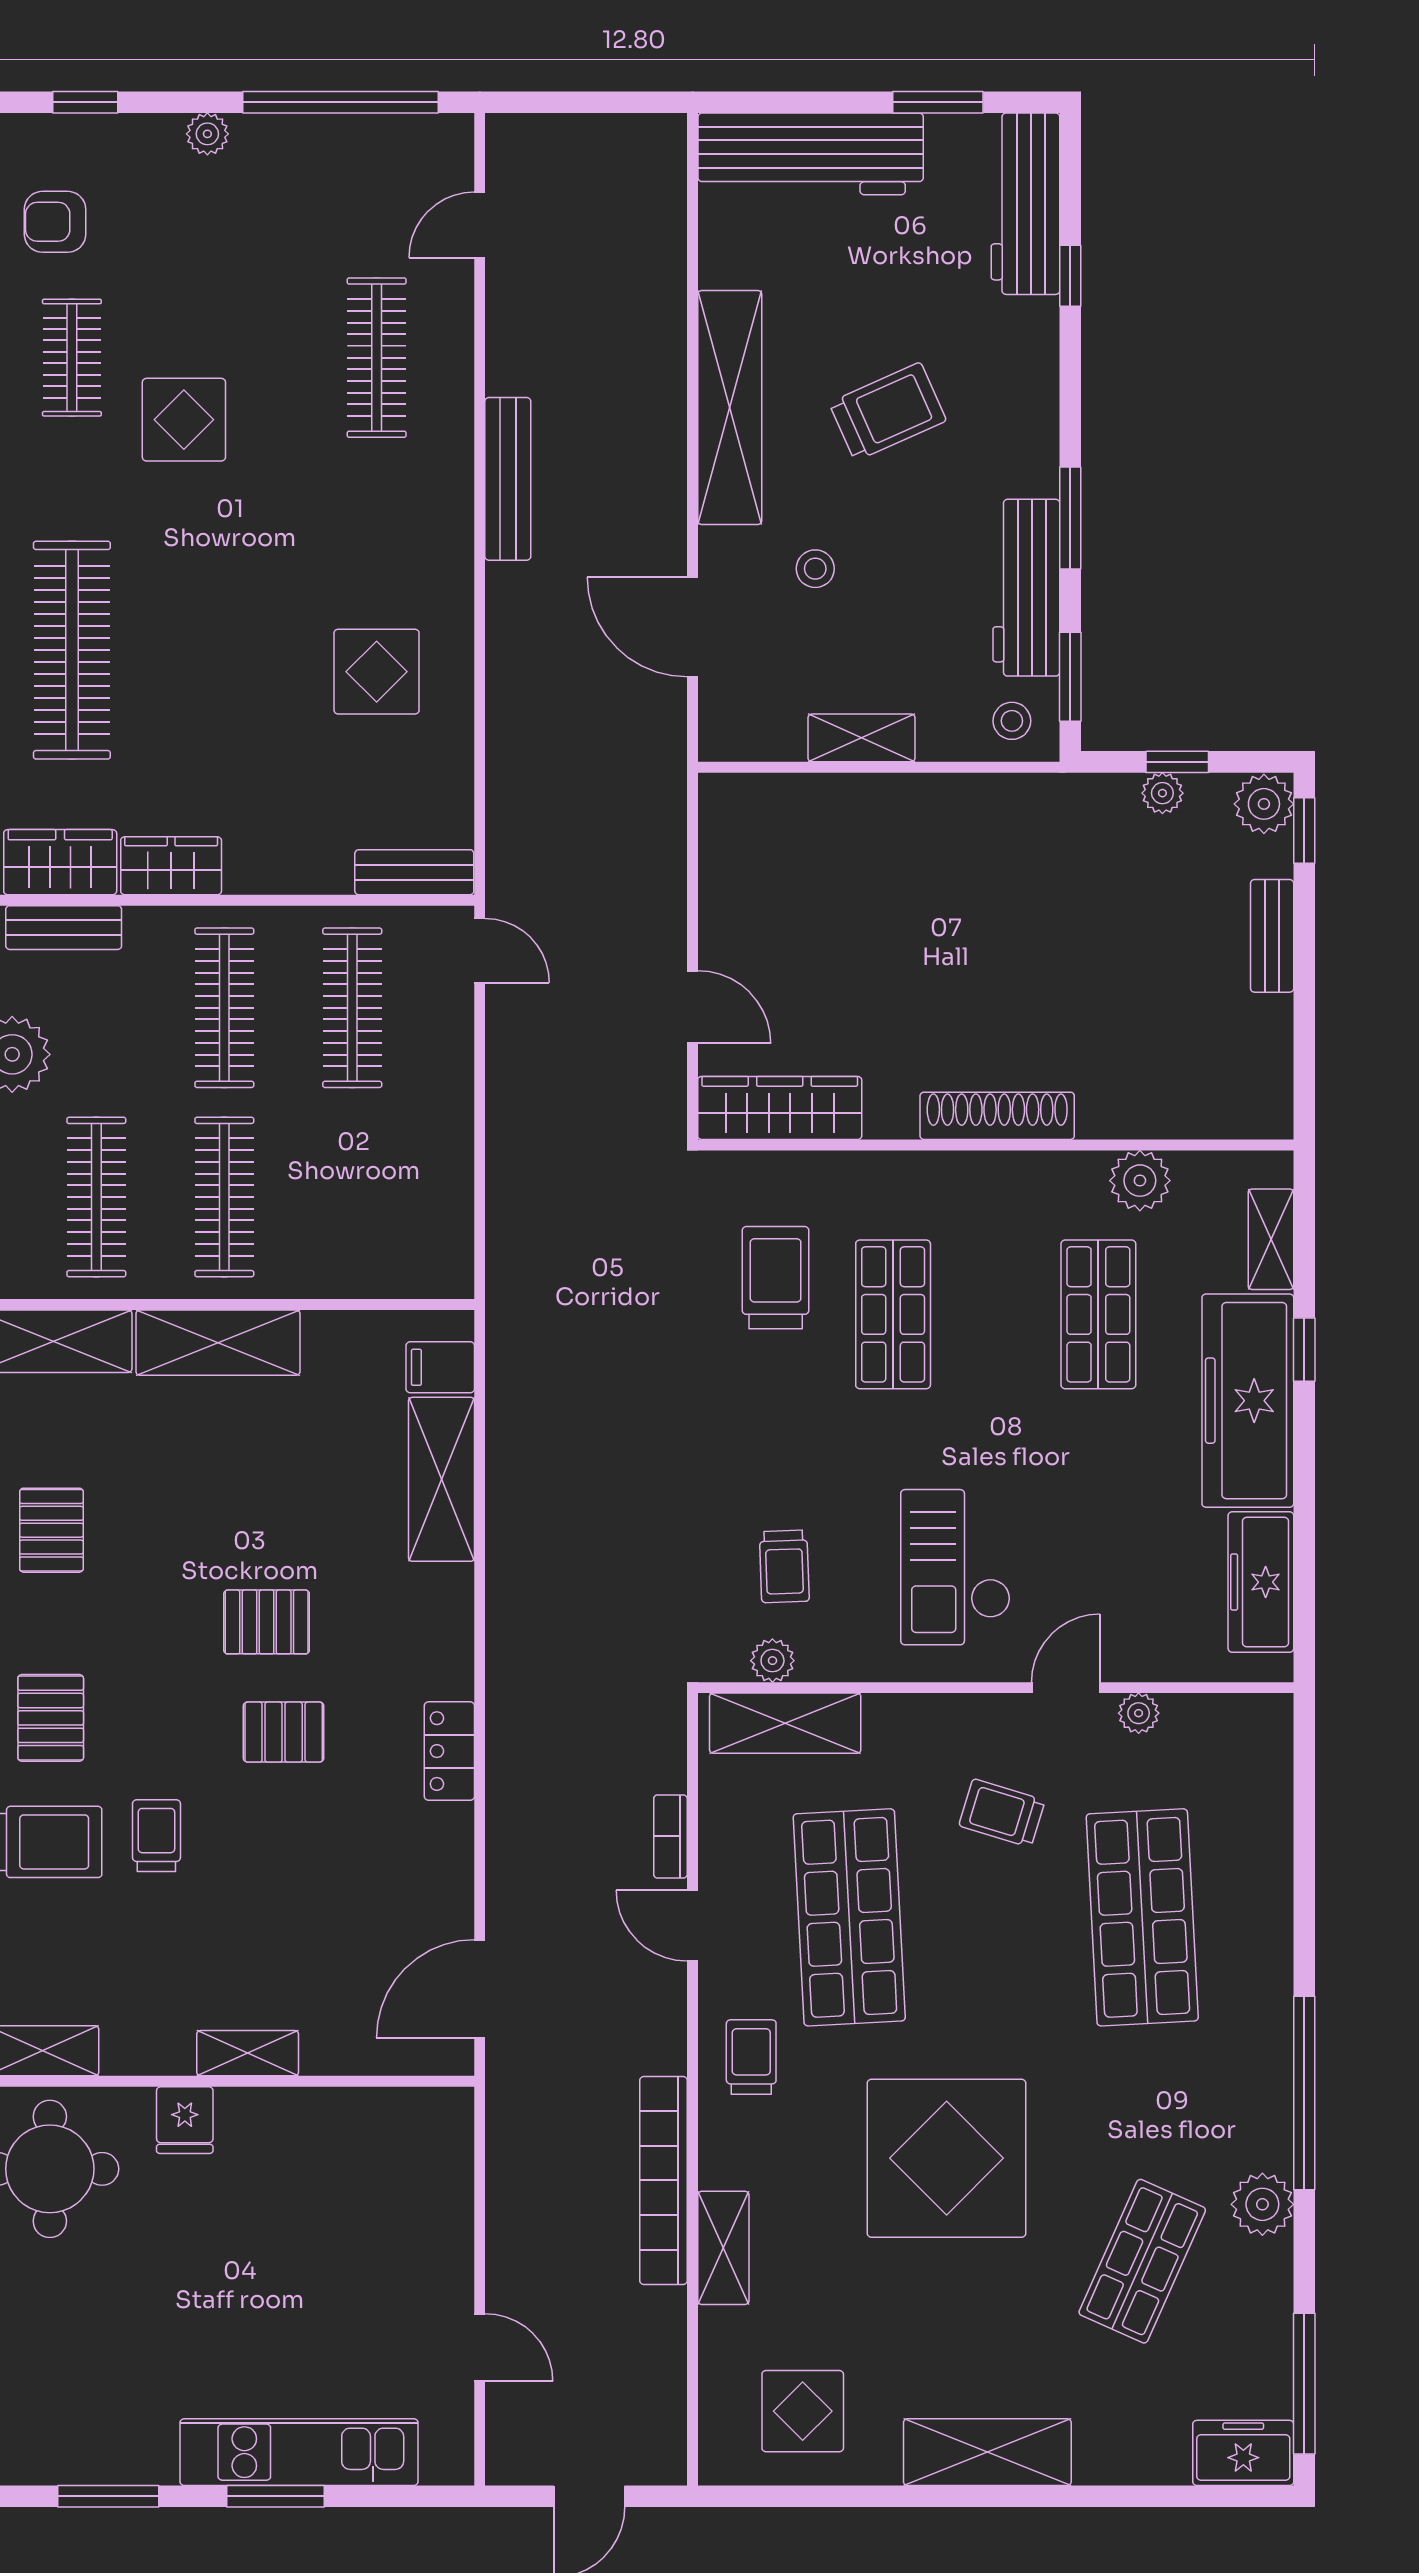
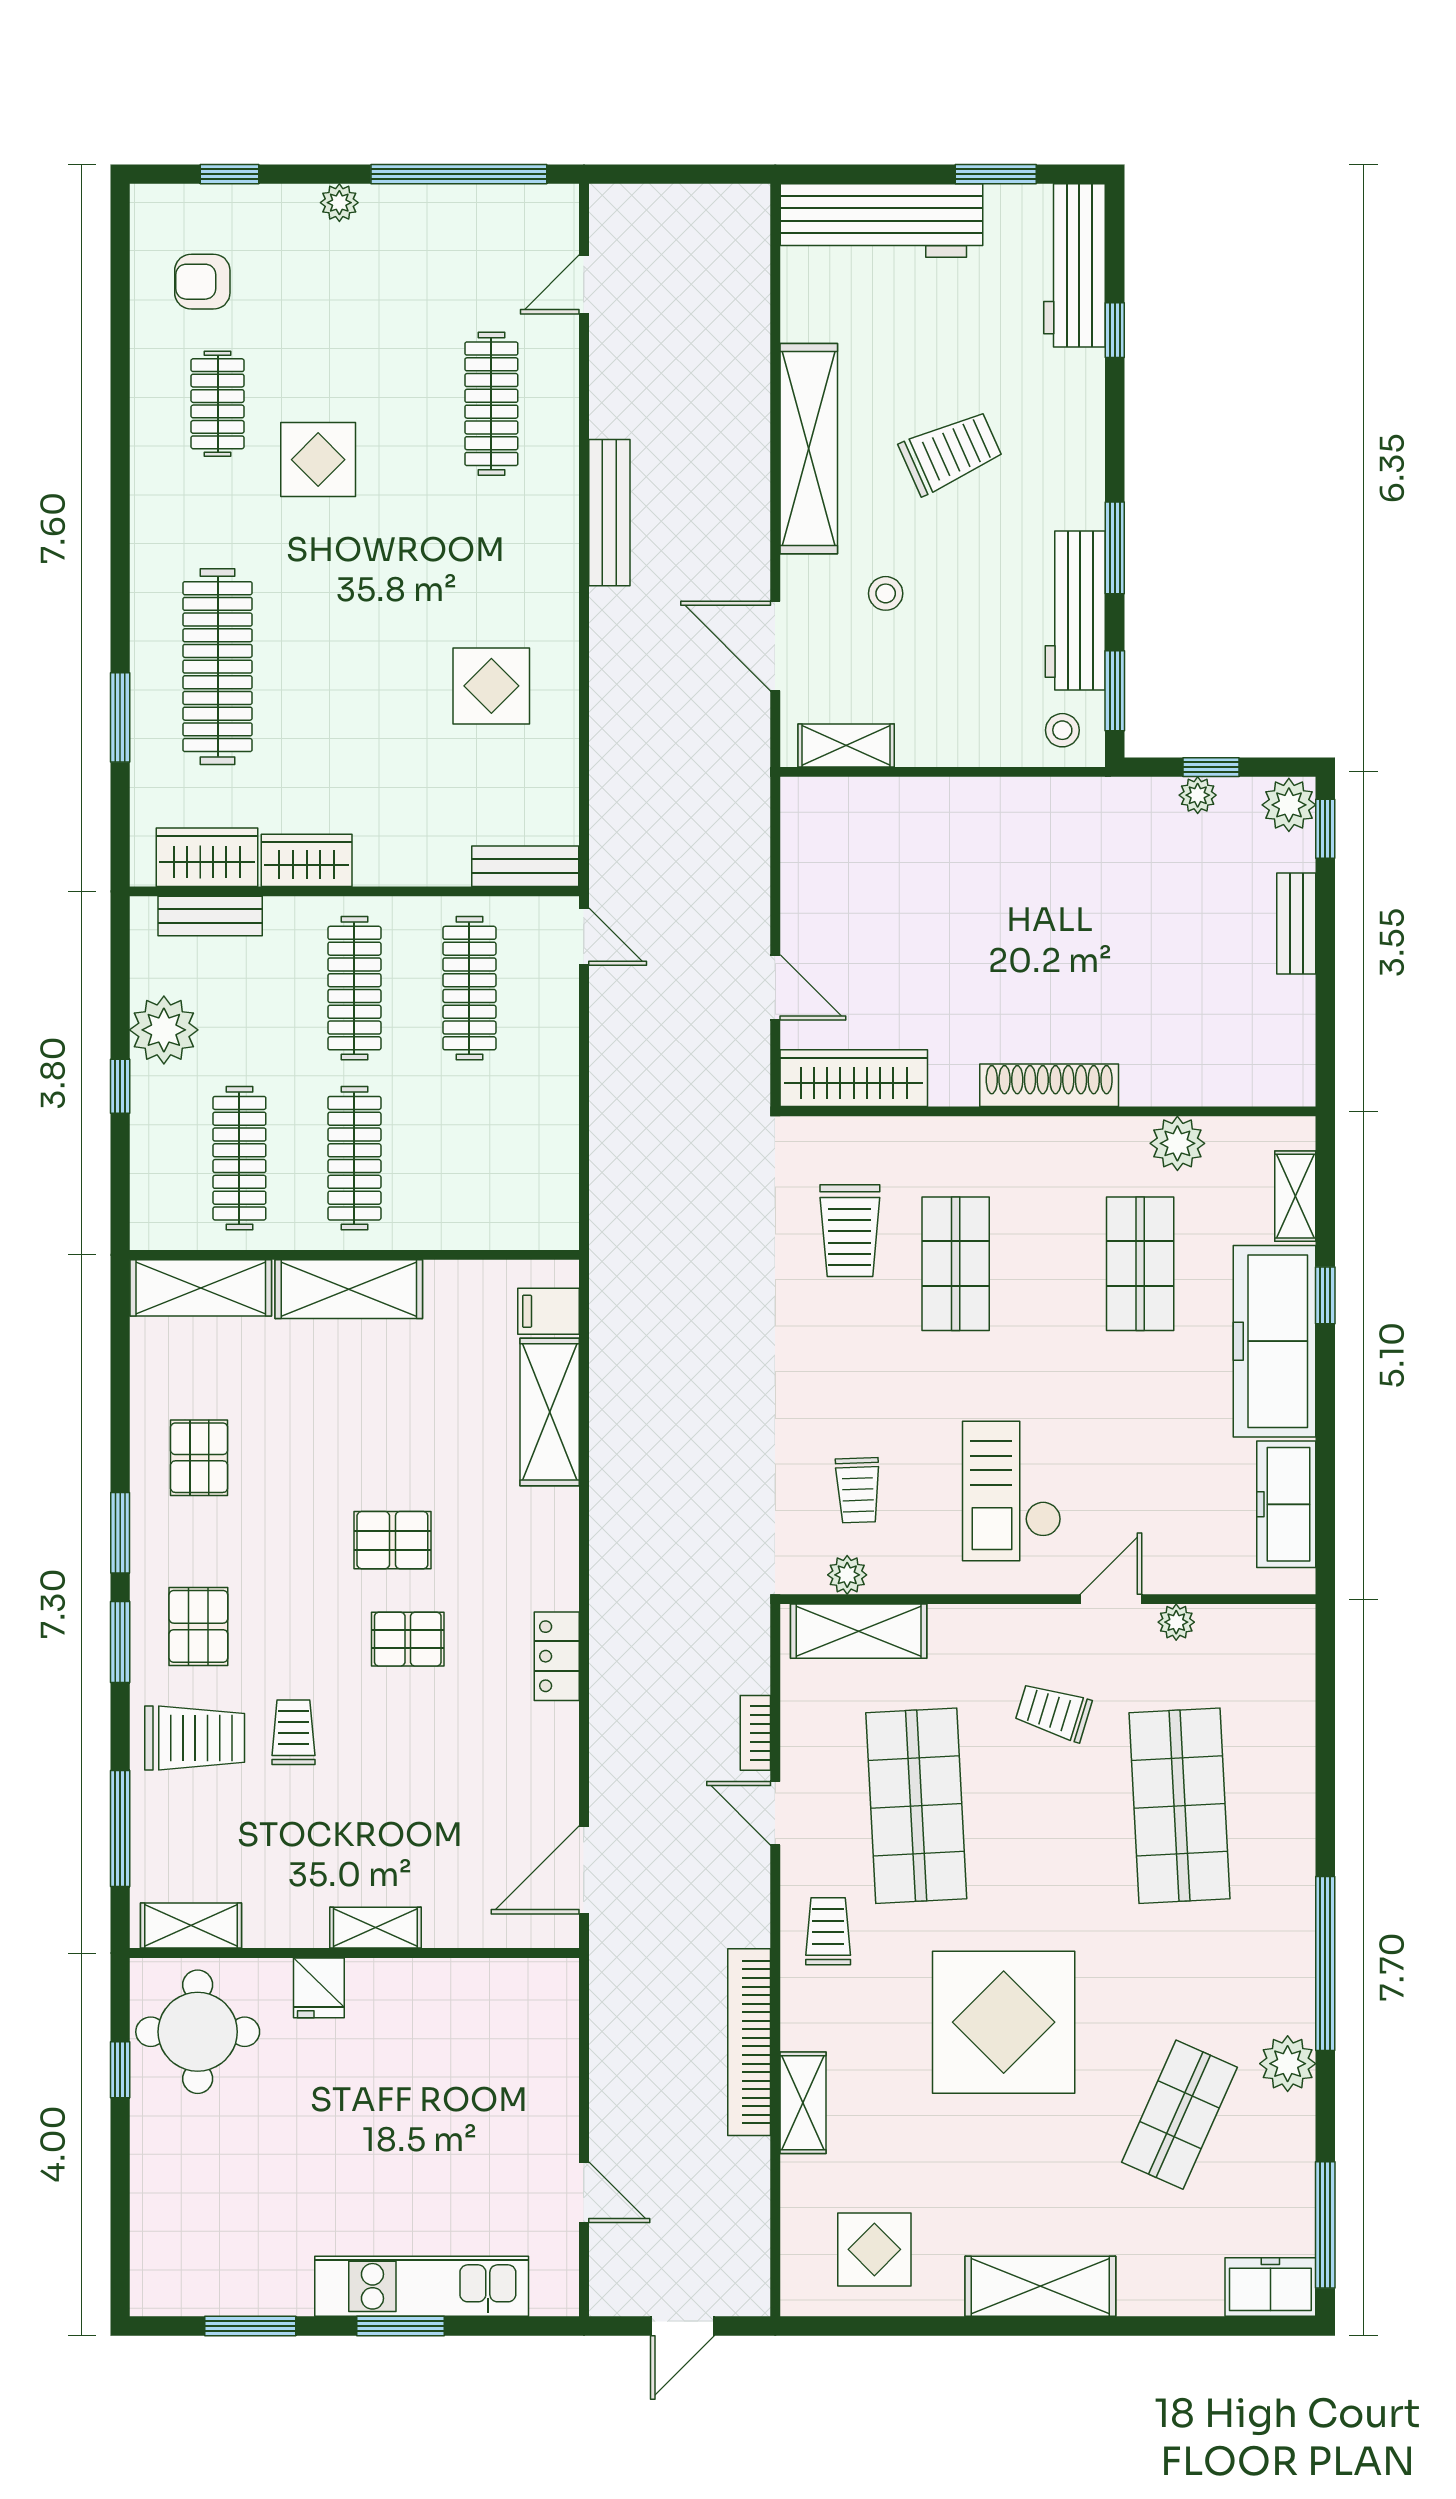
shelving: (862, 738) -> (846, 746), moved
trolley: (776, 1278) -> (850, 1231), turned 180

